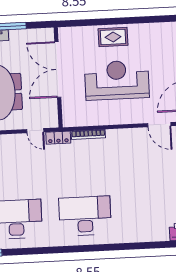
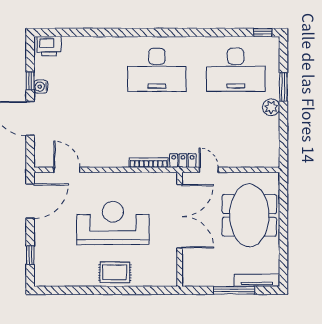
double door: (58, 69) -> (180, 216), moved
reception desk: (117, 80) -> (113, 223), turned 180

